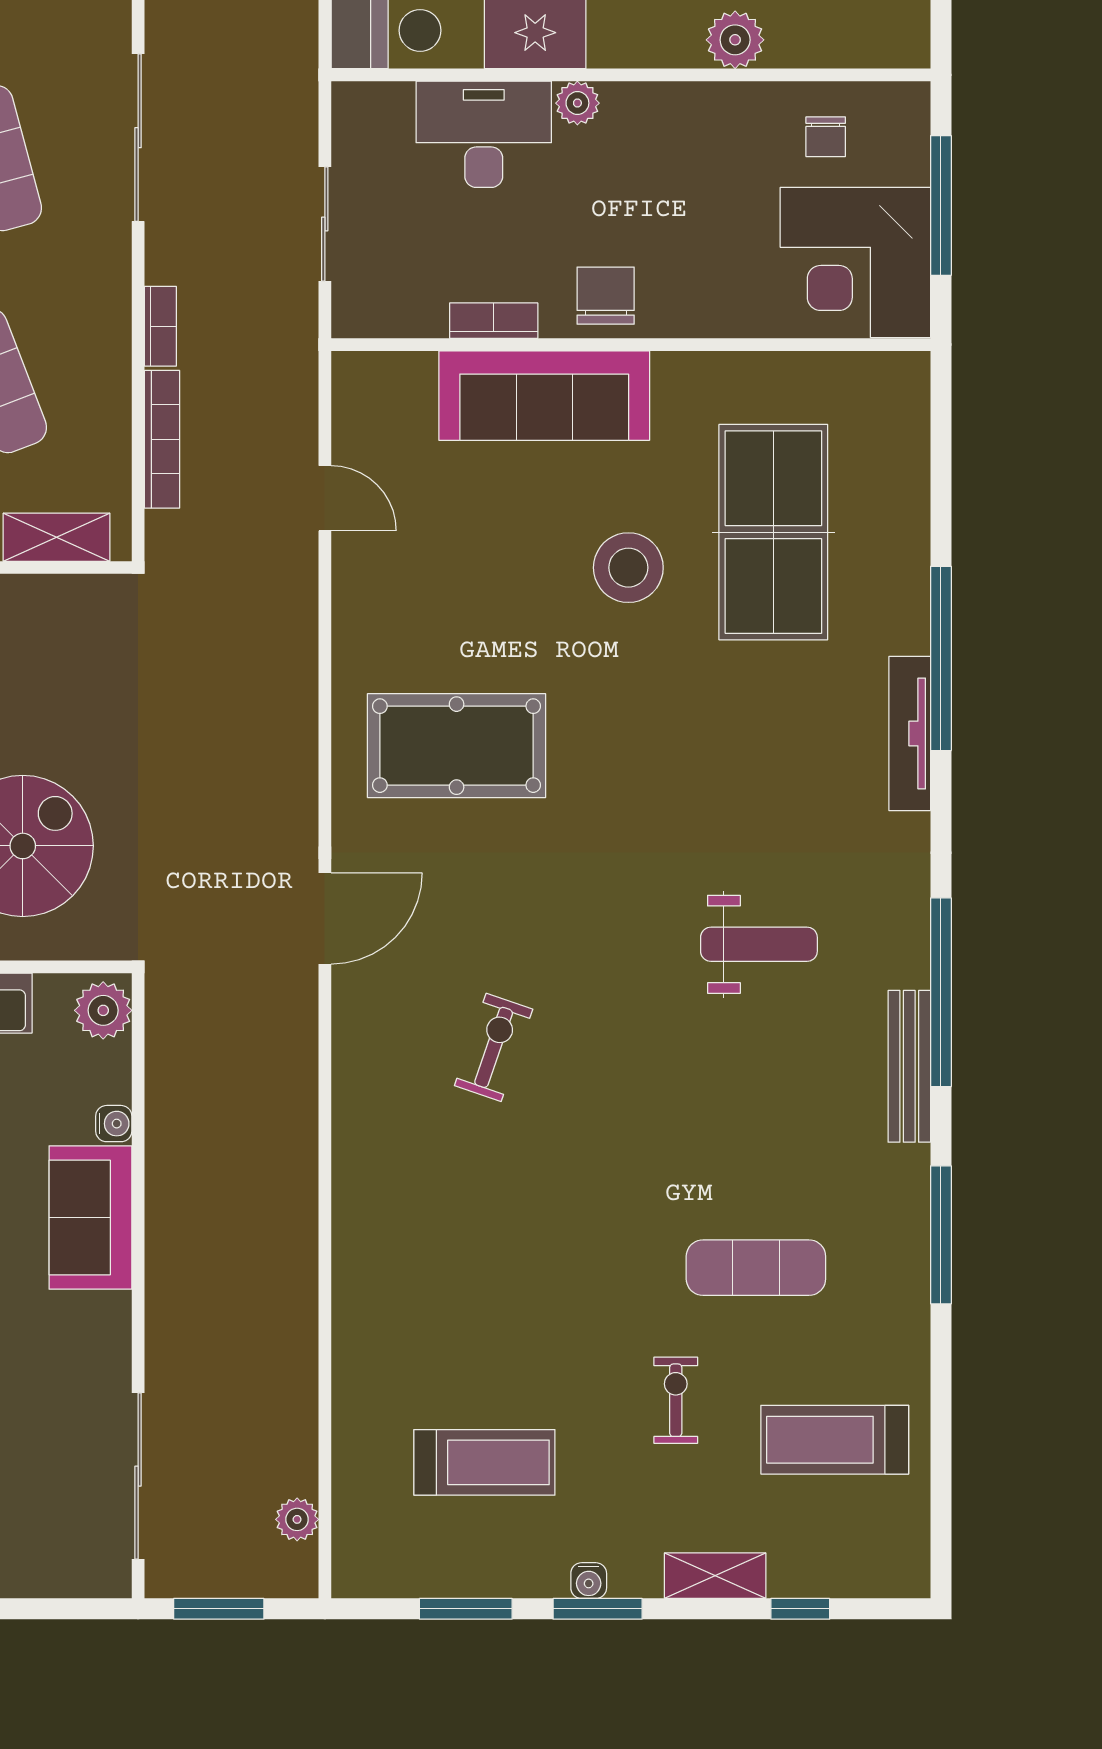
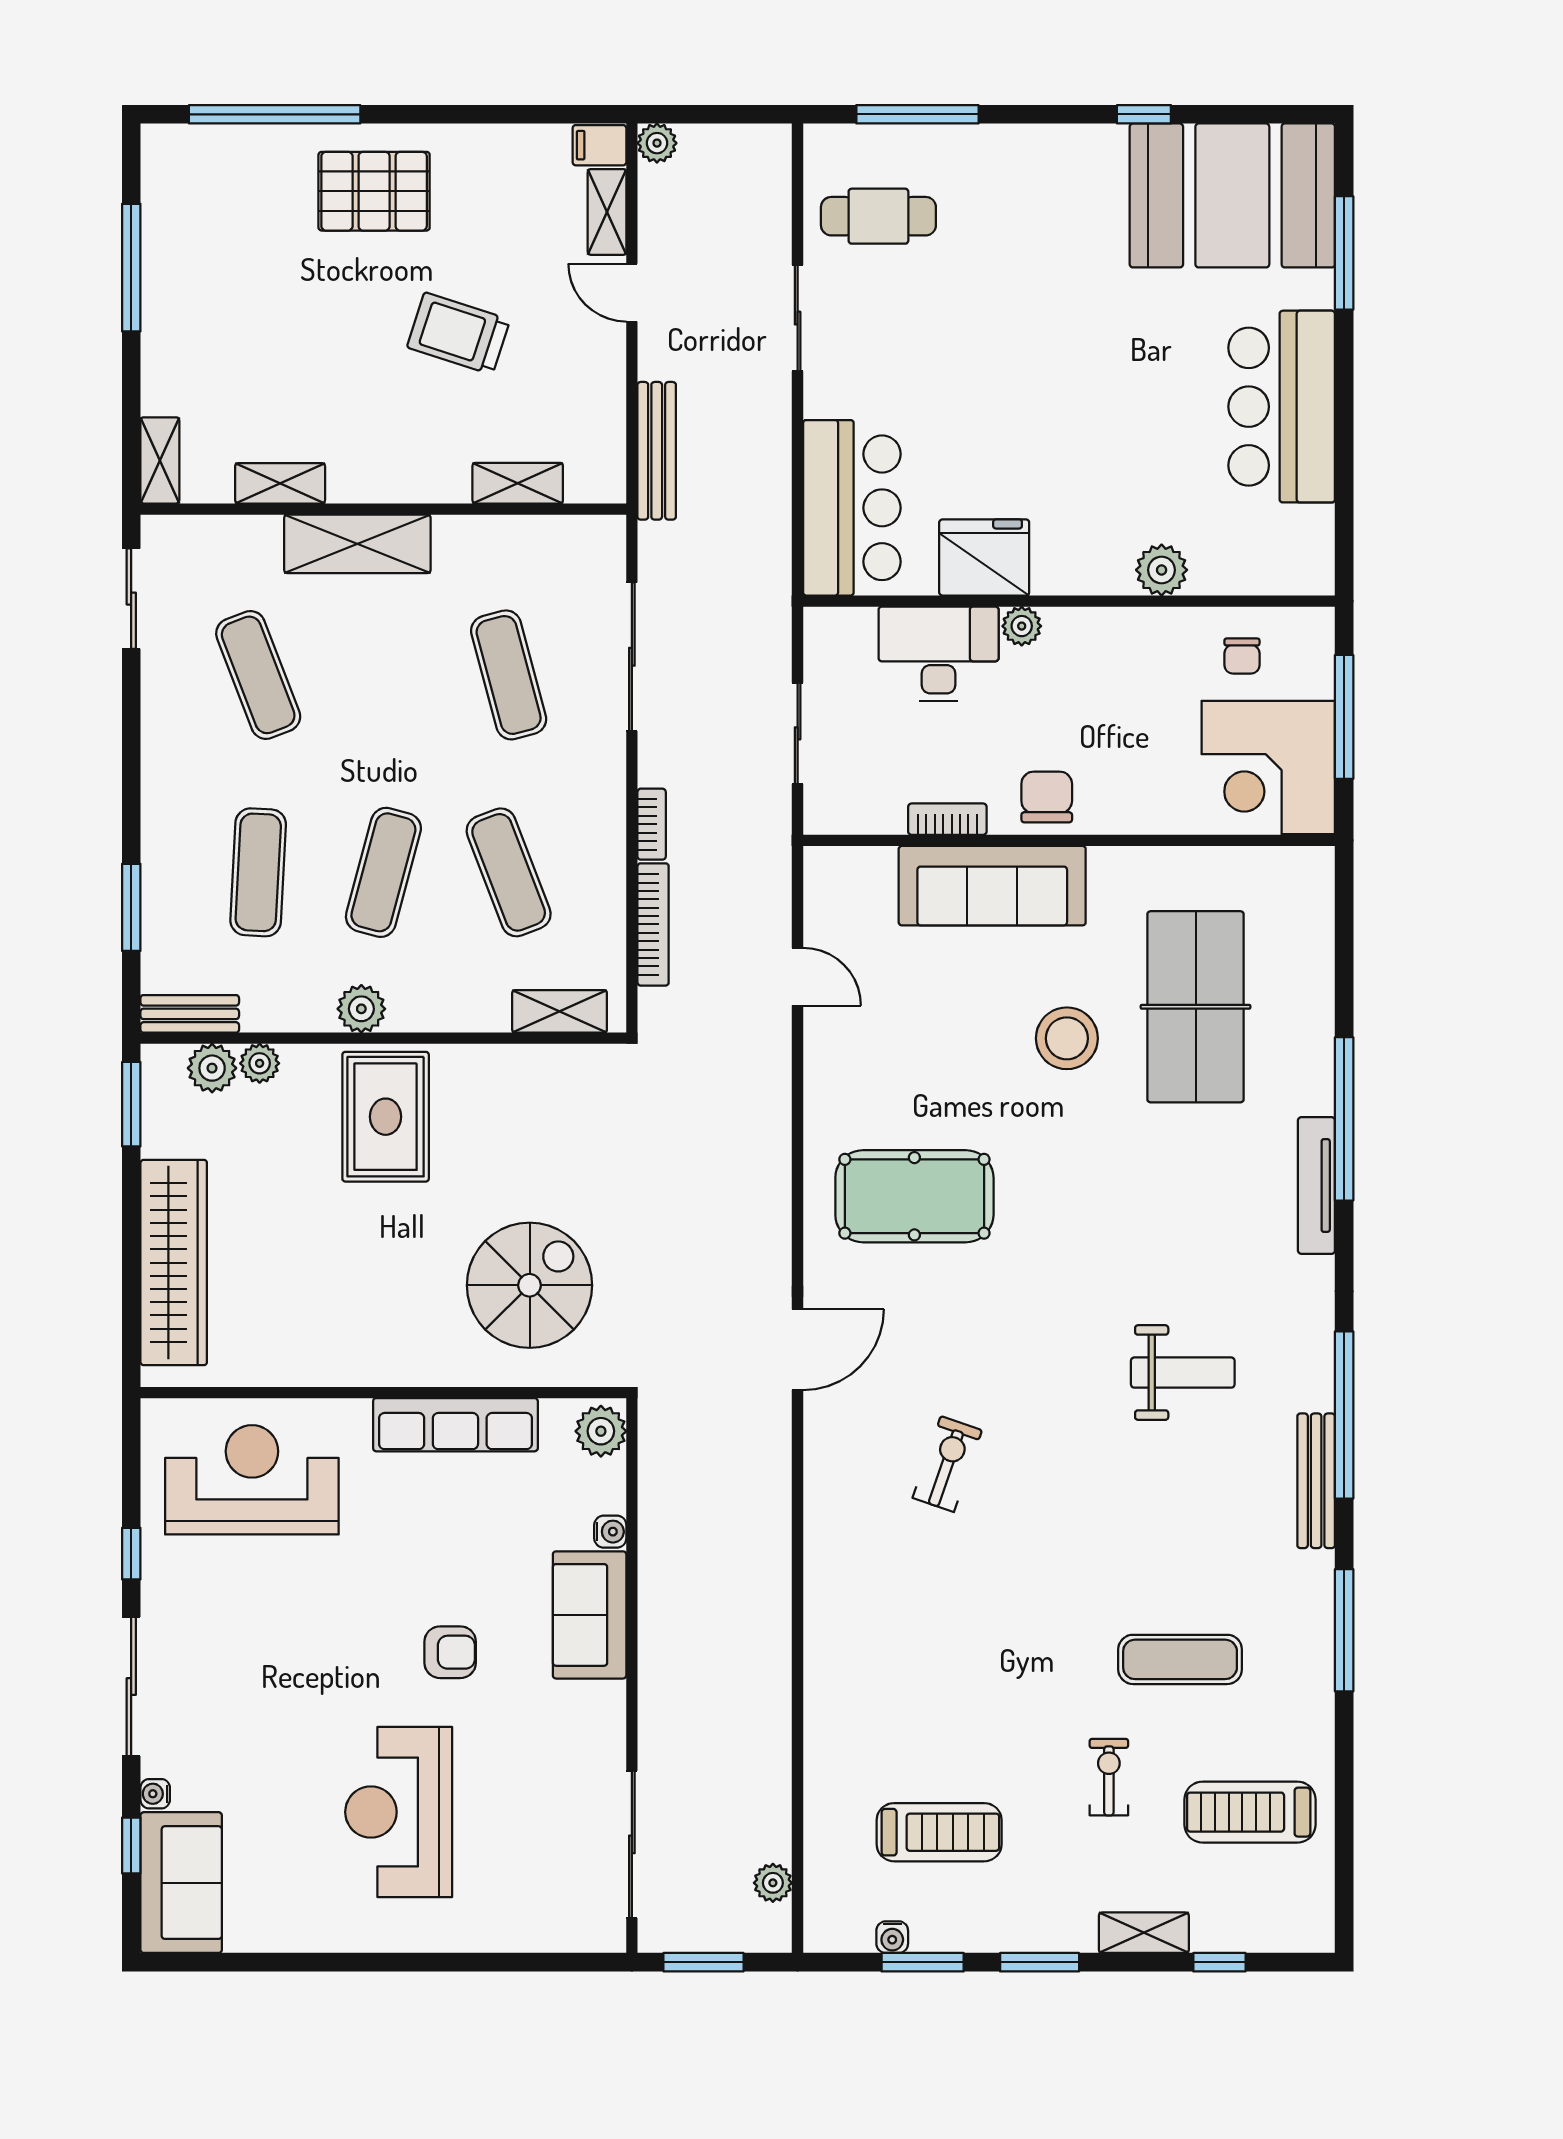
water cooler: (589, 1581) -> (892, 1937), moved

